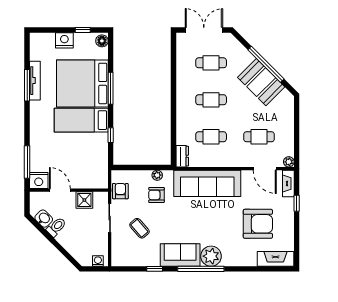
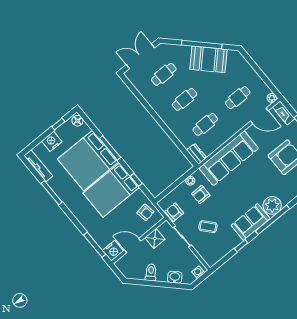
tv unit: (35, 81) -> (38, 166), moved
bed: (81, 120) -> (111, 190), width x1.50
armchair: (95, 170) -> (145, 212), added
washbasin: (44, 219) -> (175, 277), moved

